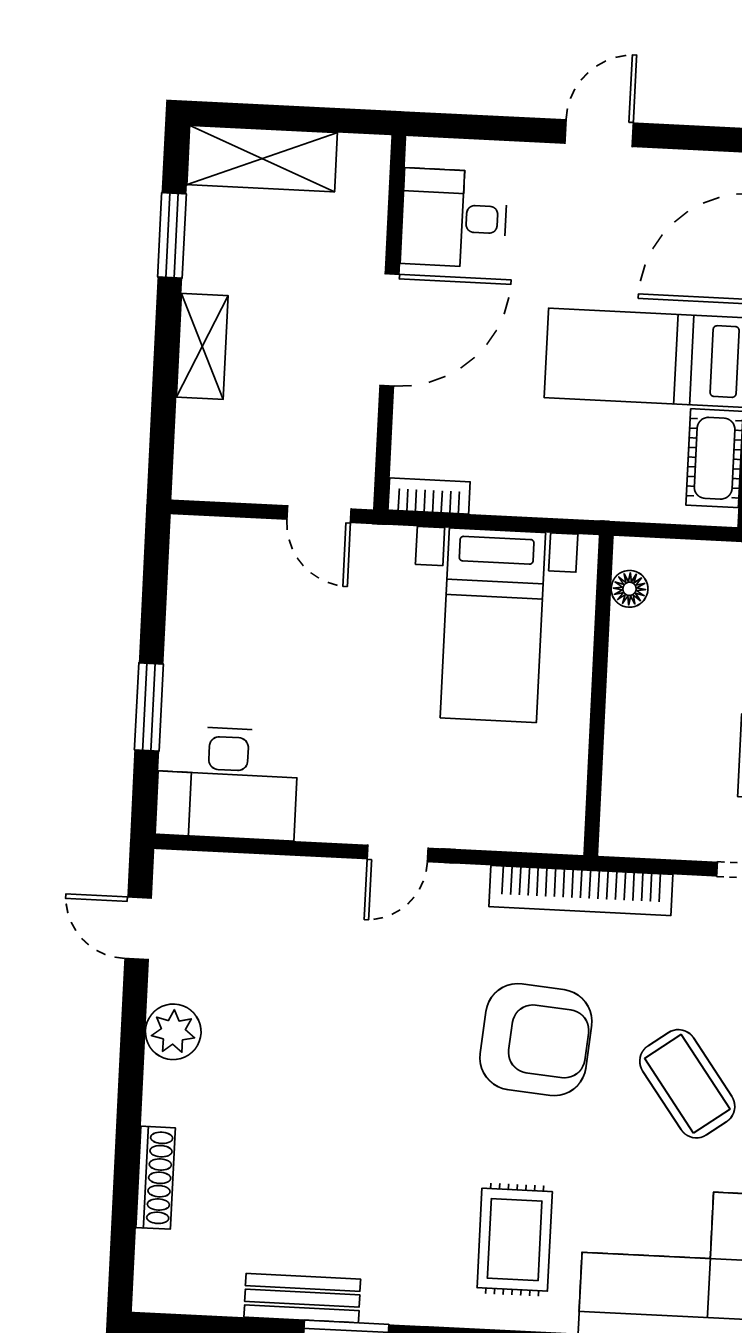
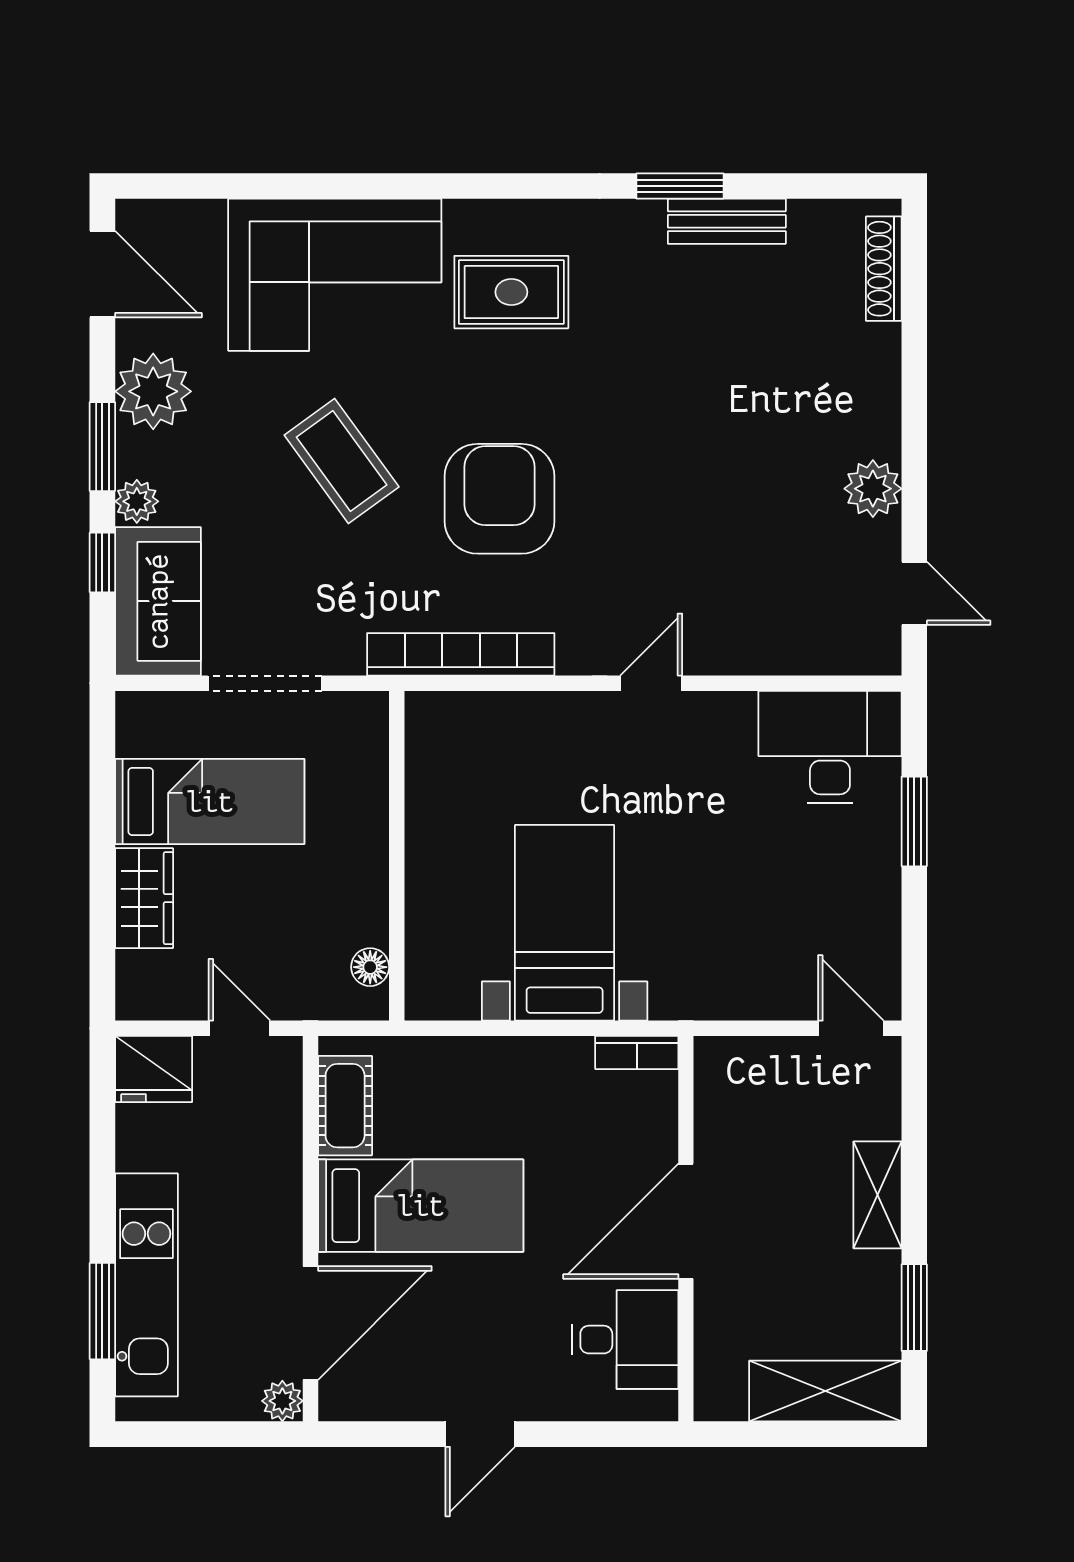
door: (319, 514) -> (851, 1028), moved
floor lamp: (630, 589) -> (370, 967), moved
wall: (598, 696) -> (397, 856), moved
armchair: (536, 1040) -> (499, 499), turned 85
shoe rack: (156, 1178) -> (884, 269), moved
rug: (515, 1240) -> (511, 292), turned 90

